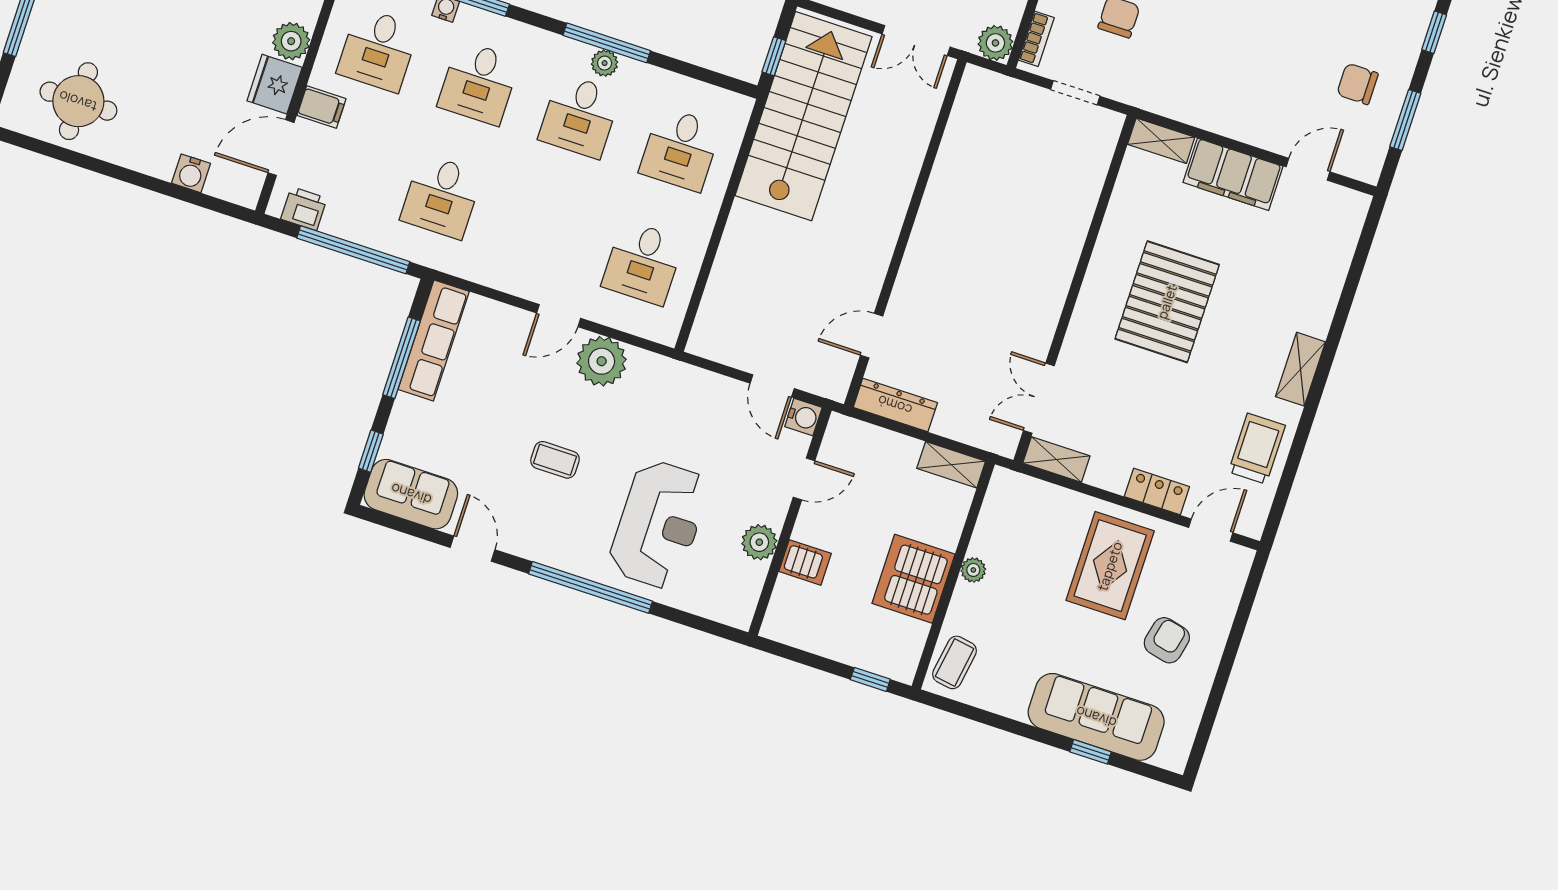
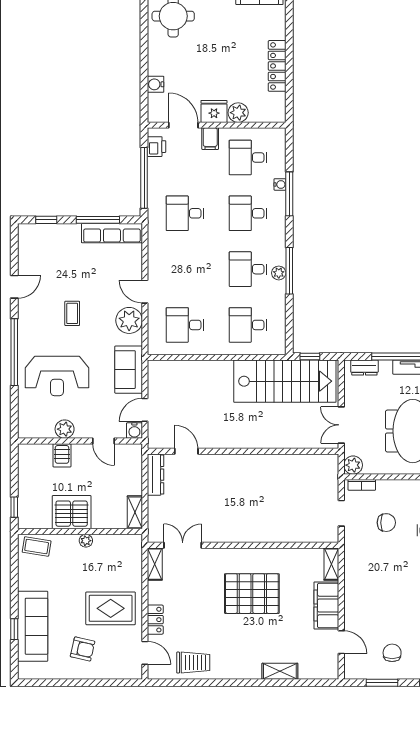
shelving: (1300, 369) -> (280, 671), moved
sofa: (411, 494) -> (129, 370), moved, turned 180

